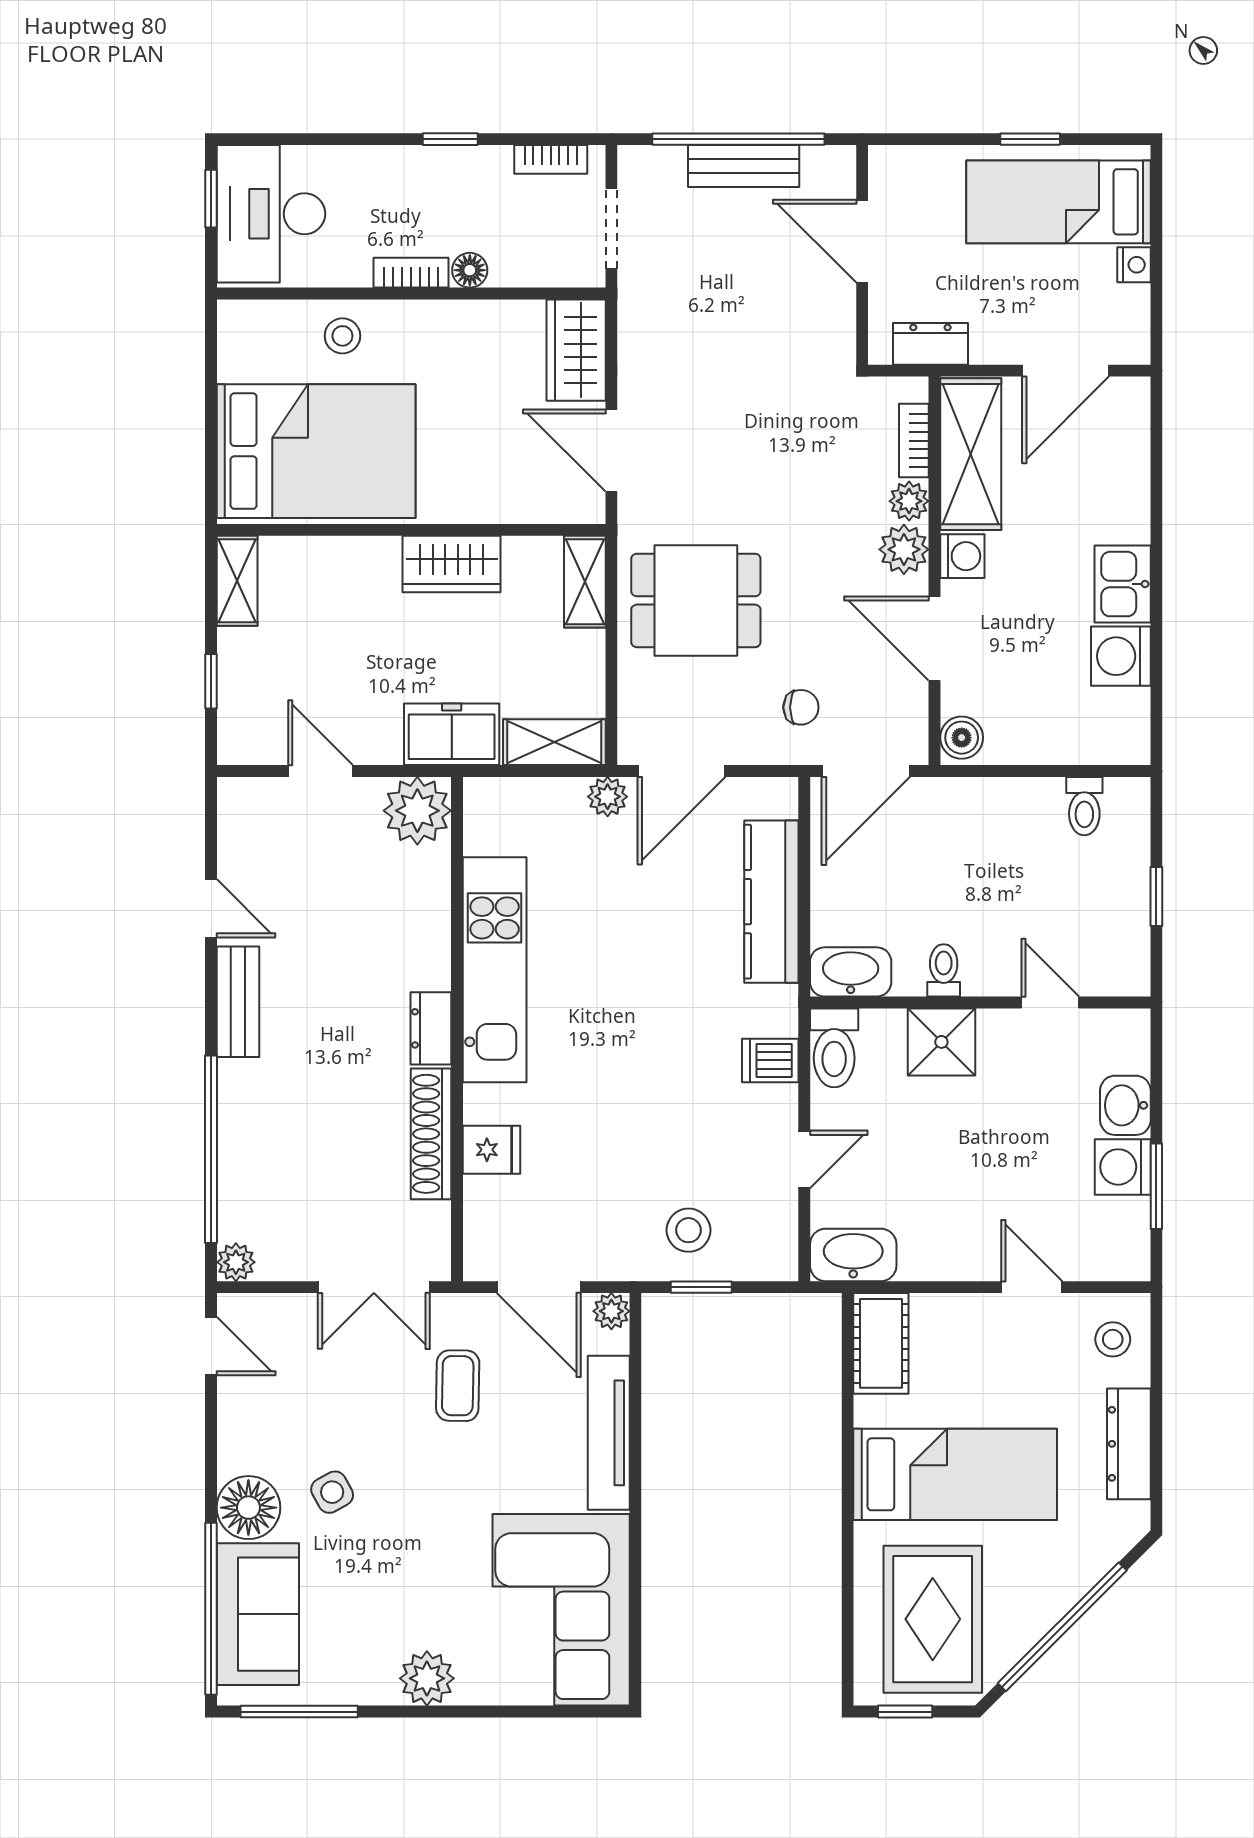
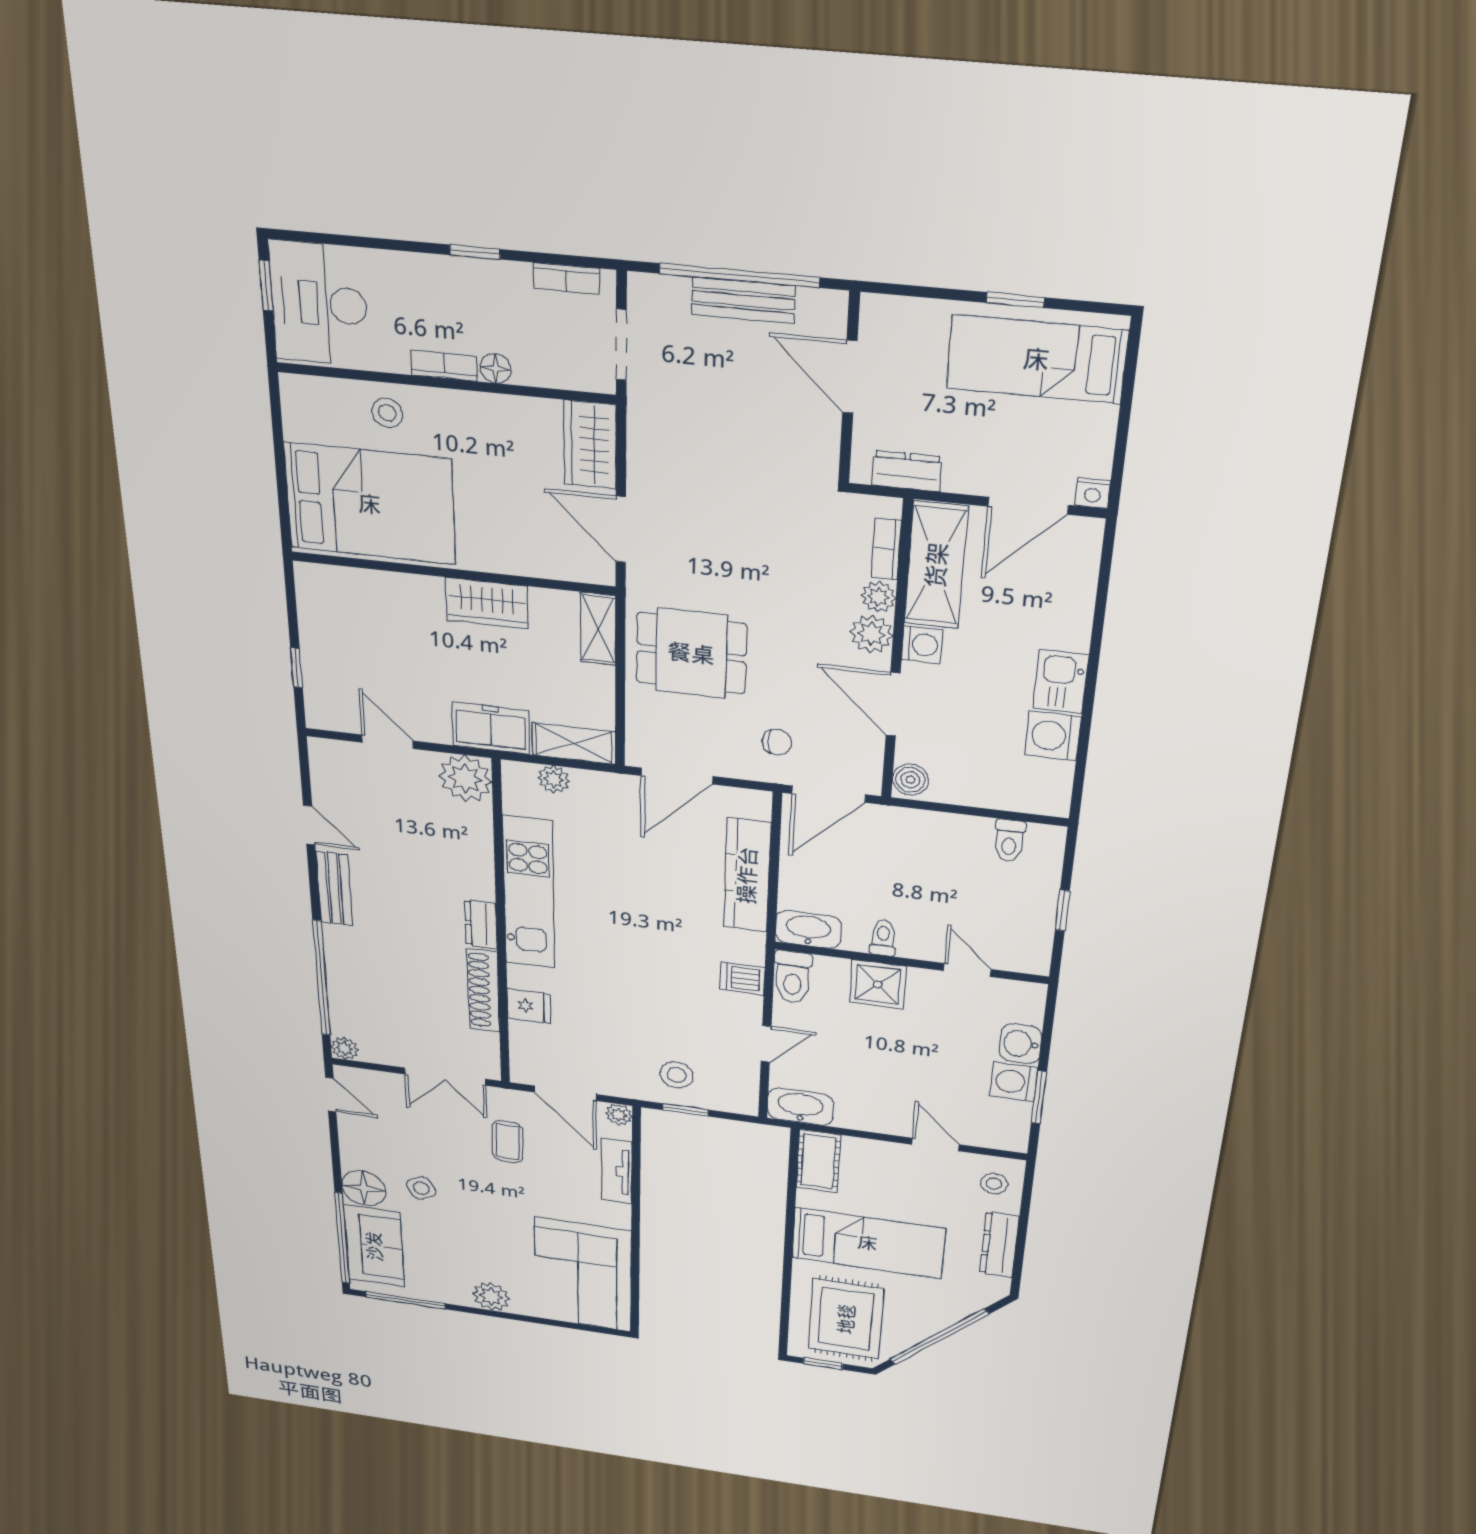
nightstand: (1134, 265) -> (1093, 493), moved, turned 90
shelving: (237, 581) -> (312, 596), removed
plant: (608, 797) -> (554, 779), moved
tv unit: (609, 1433) -> (617, 1171), width x0.71

